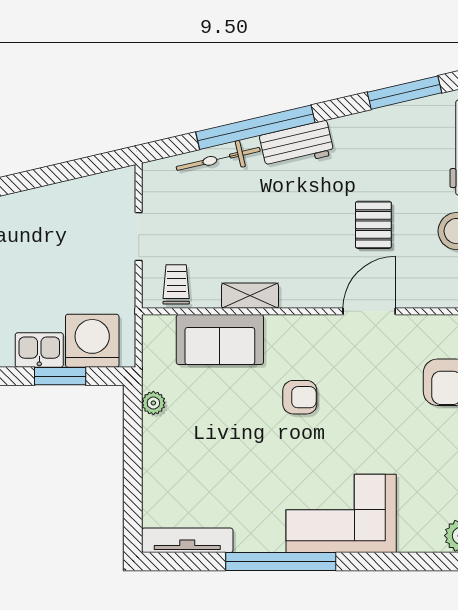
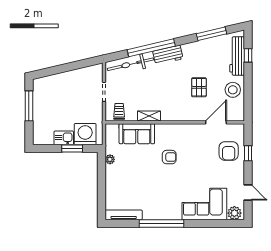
bicycle: (218, 159) -> (130, 64), width x1.37, depth x1.40
door: (369, 311) -> (216, 122), moved
corner sofa: (341, 513) -> (204, 204), moved

